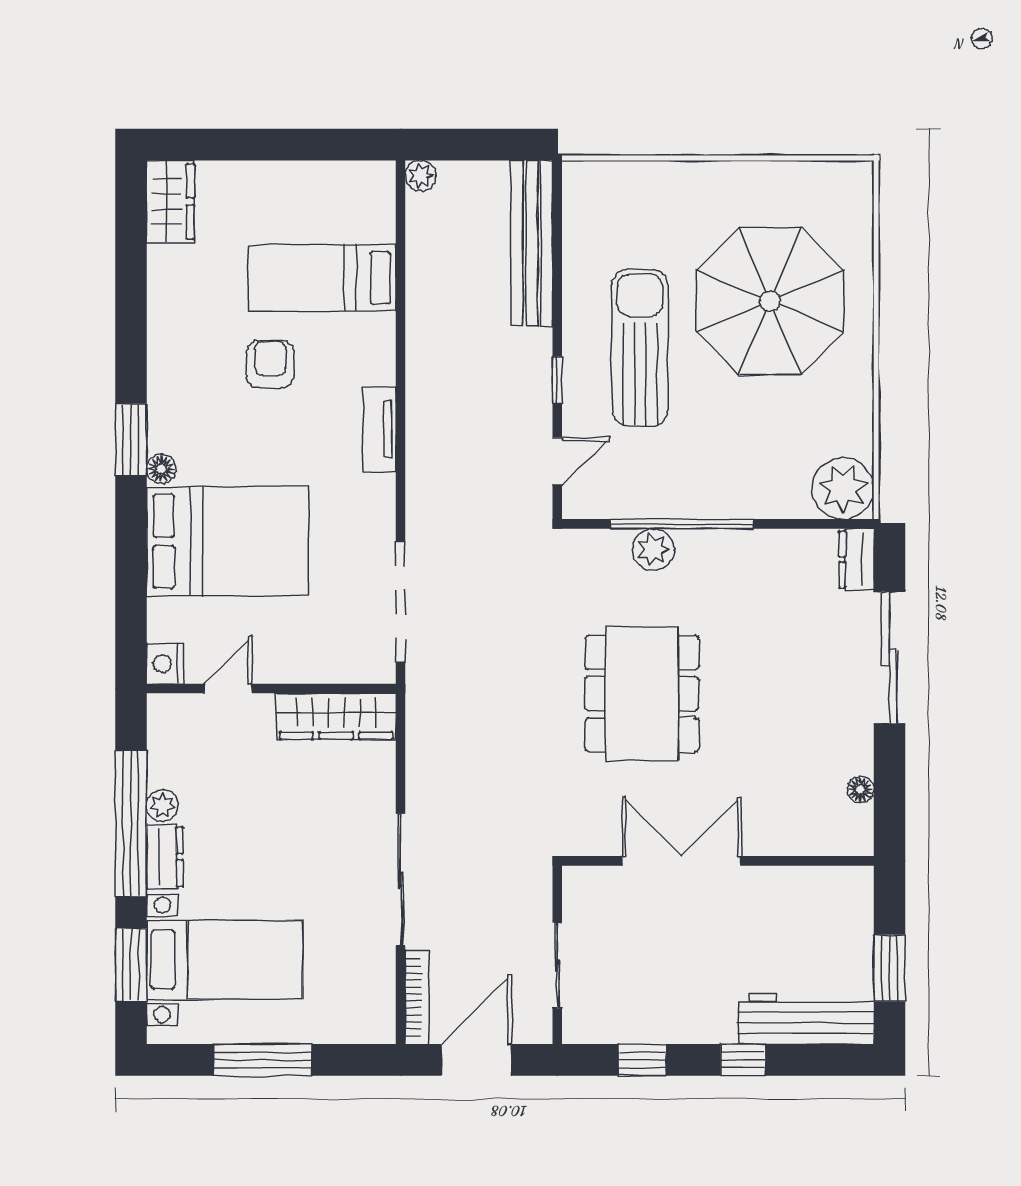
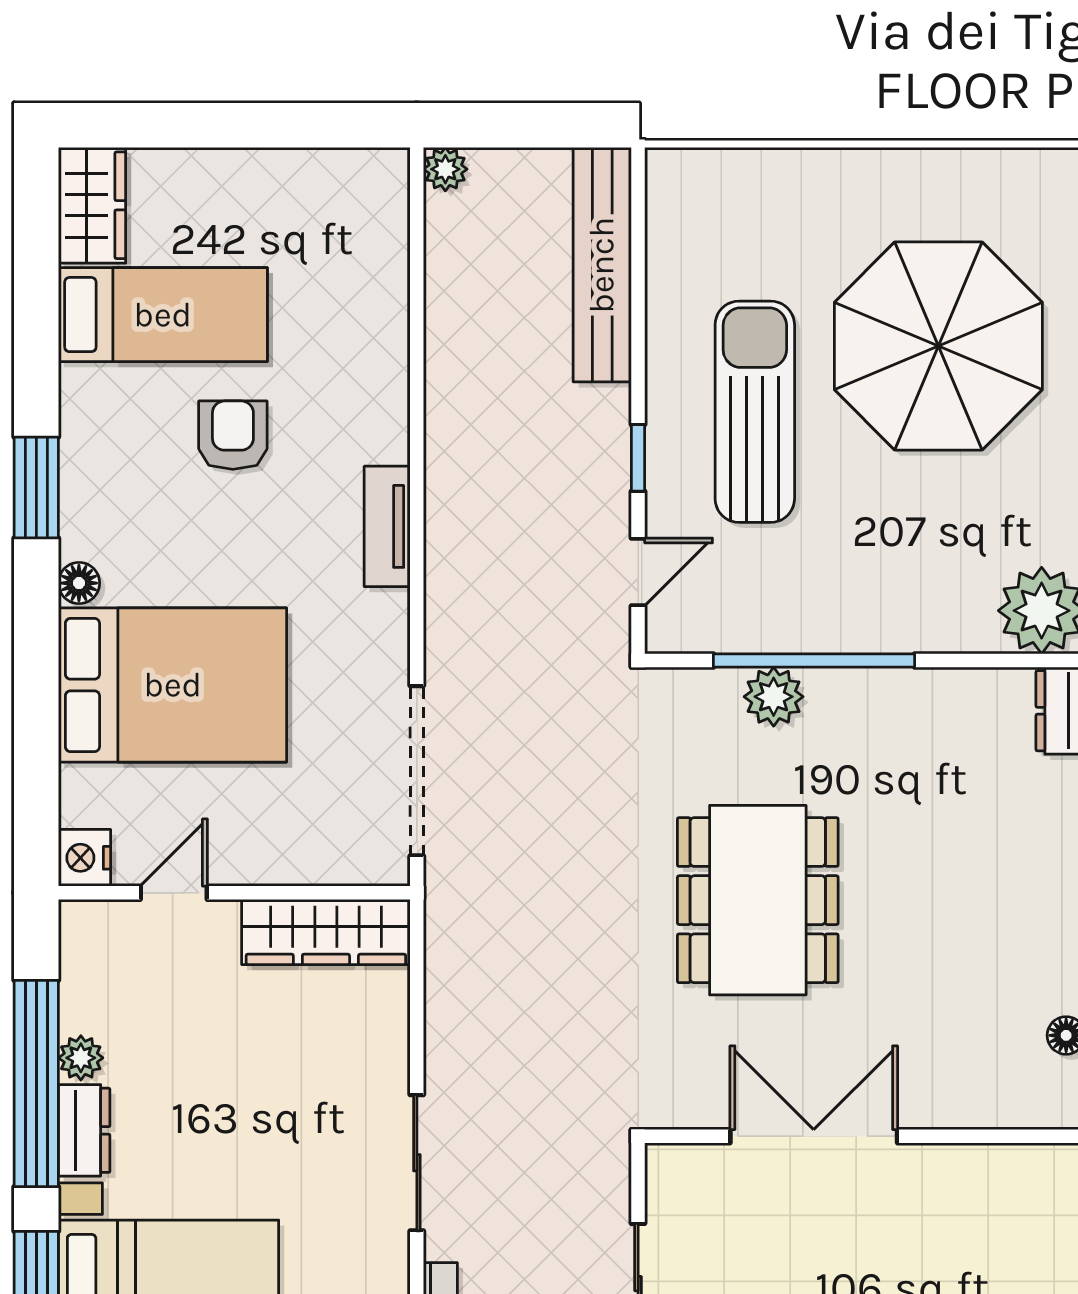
bed: (322, 278) -> (163, 315), moved, turned 180
window: (131, 440) -> (36, 487), moved
sliding door: (400, 880) -> (417, 1163), width x0.73

